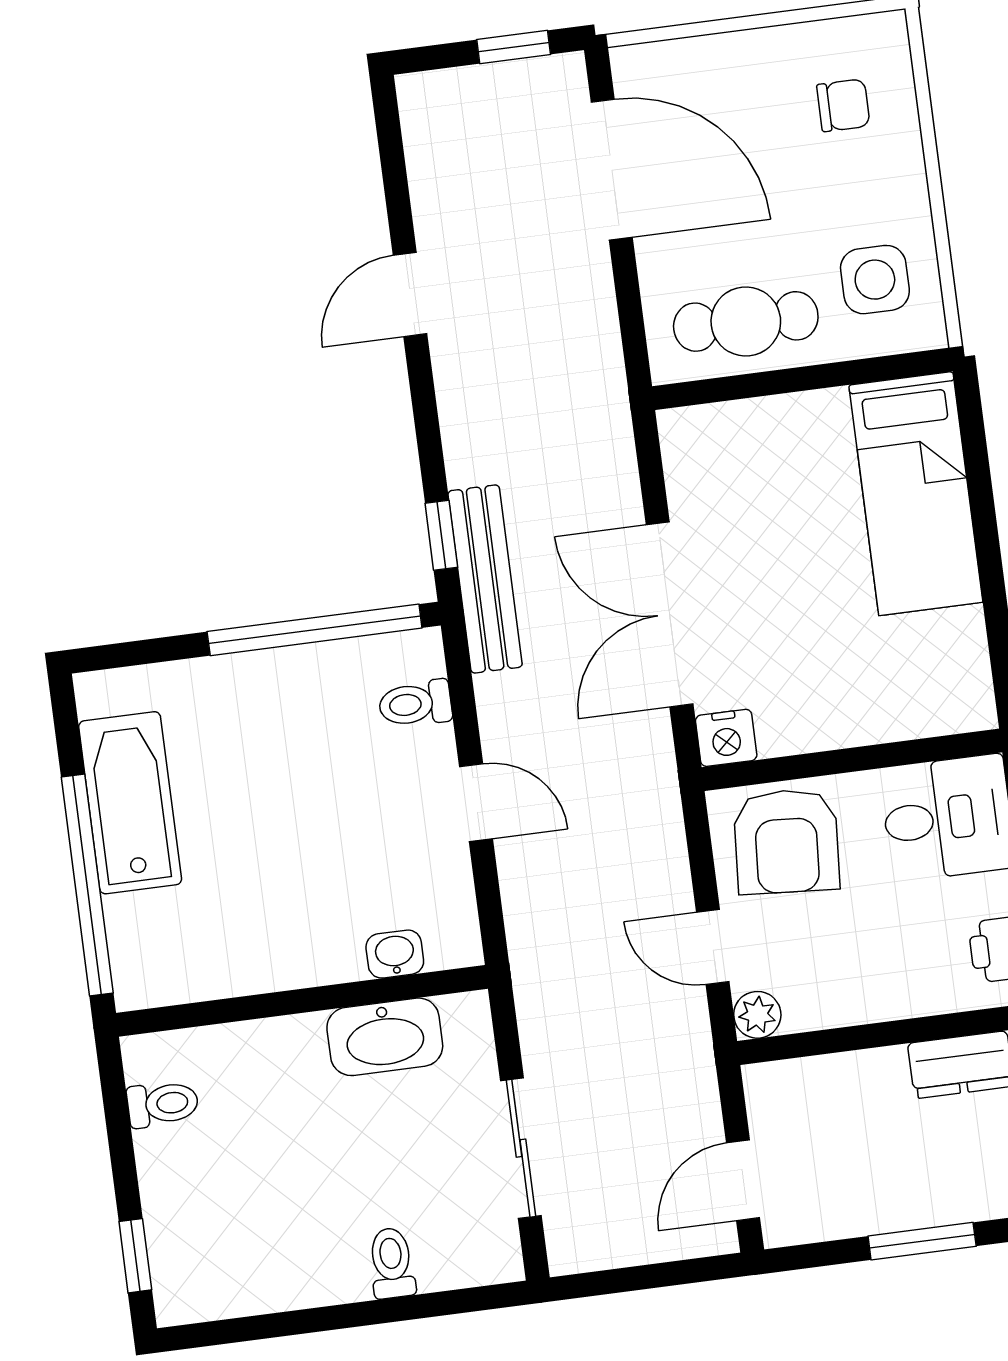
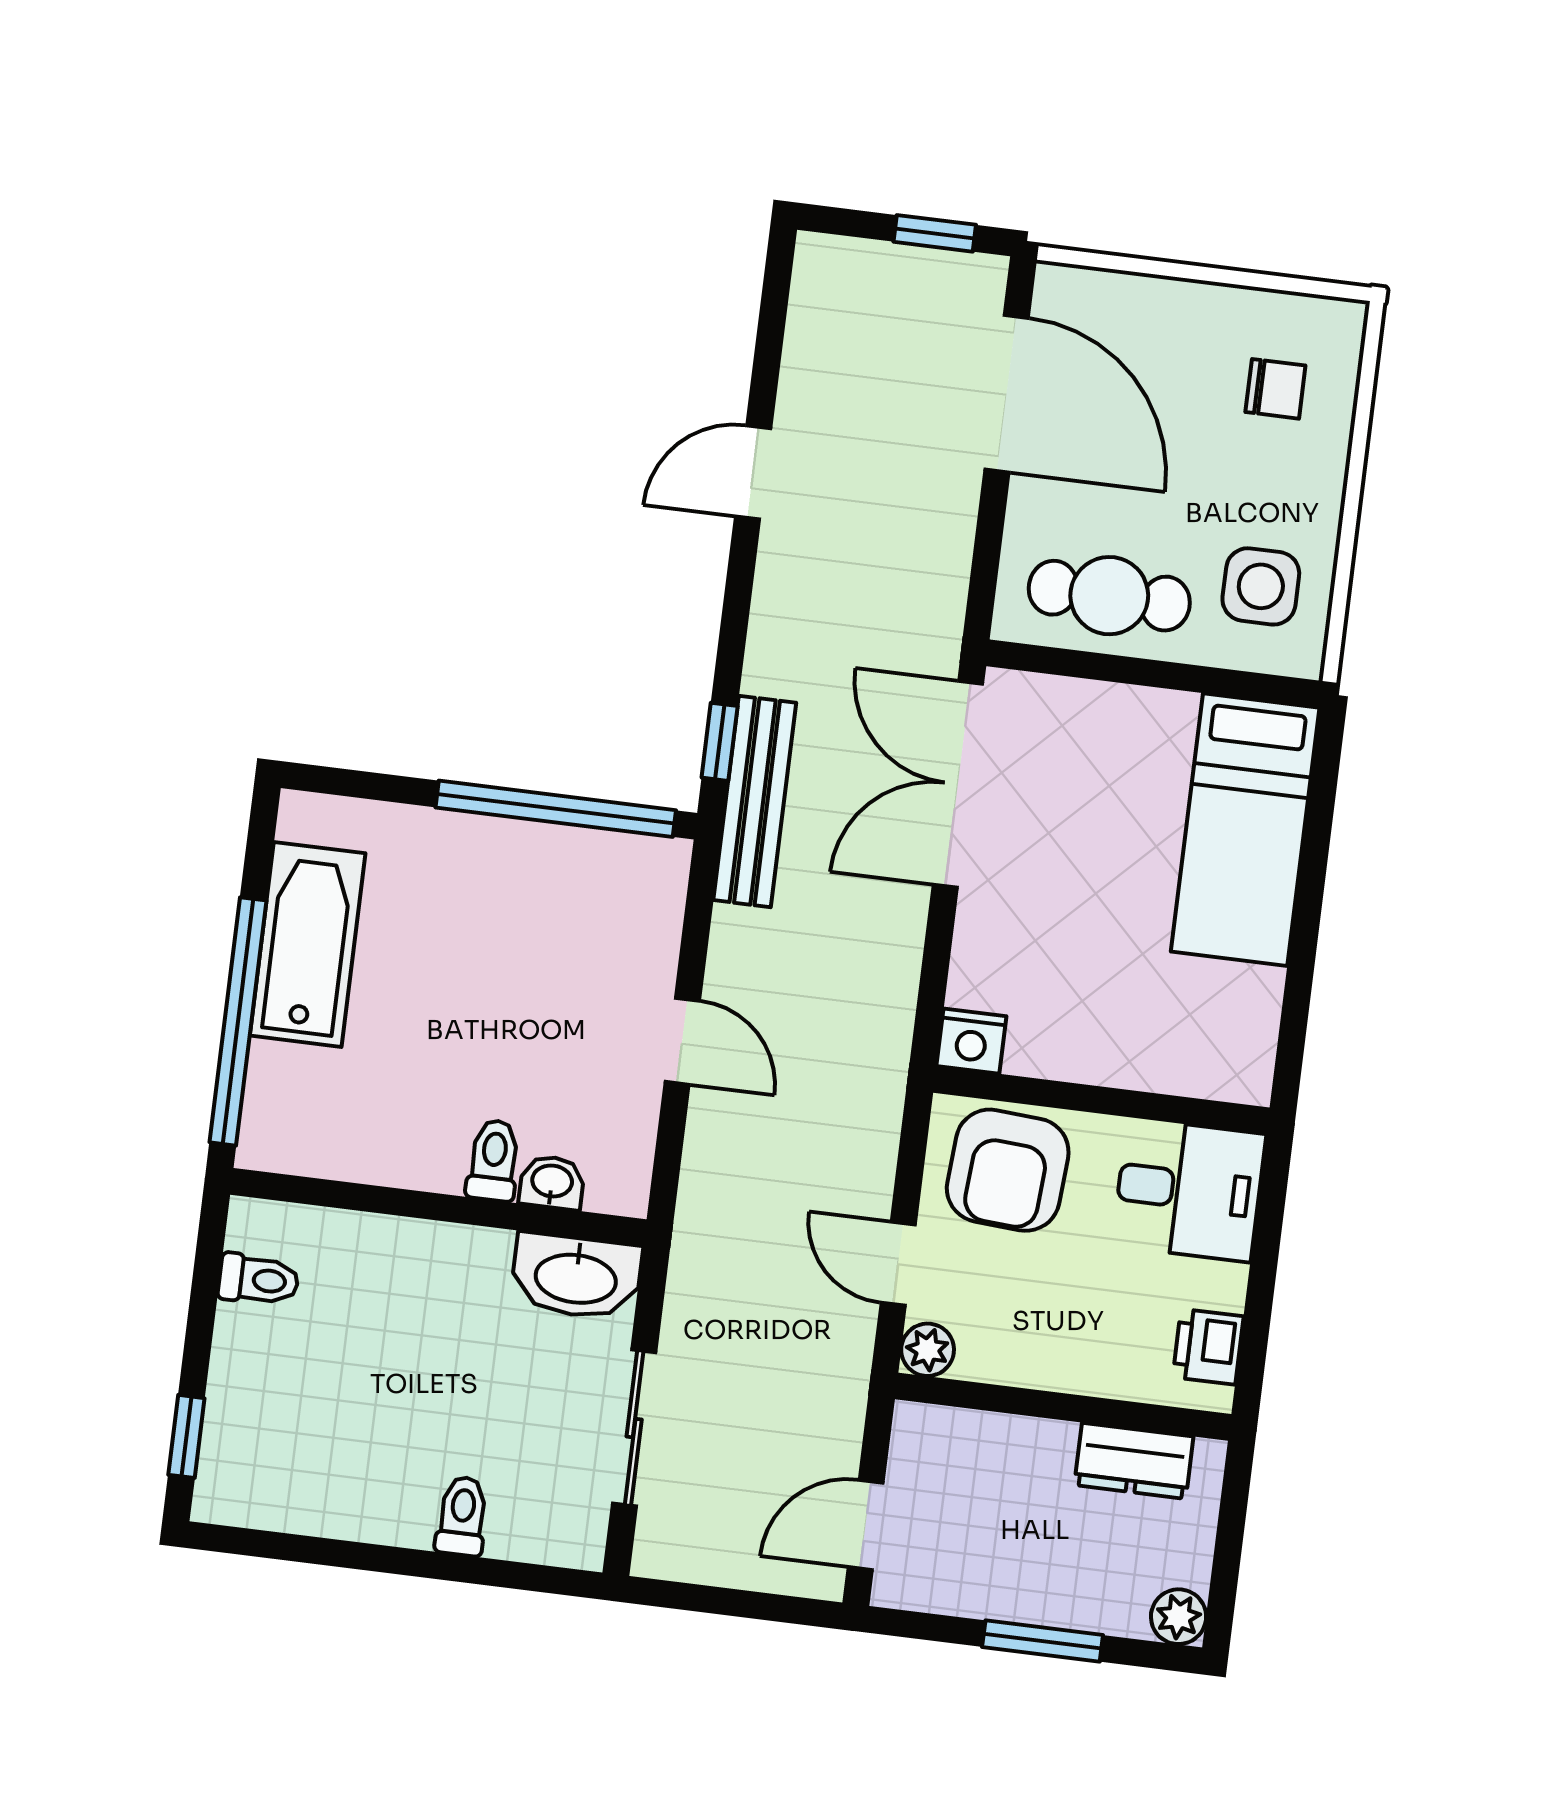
double door: (670, 614) -> (958, 784), moved
toilet: (415, 704) -> (494, 1160), moved, turned 90
washbasin: (385, 1037) -> (576, 1276), moved

